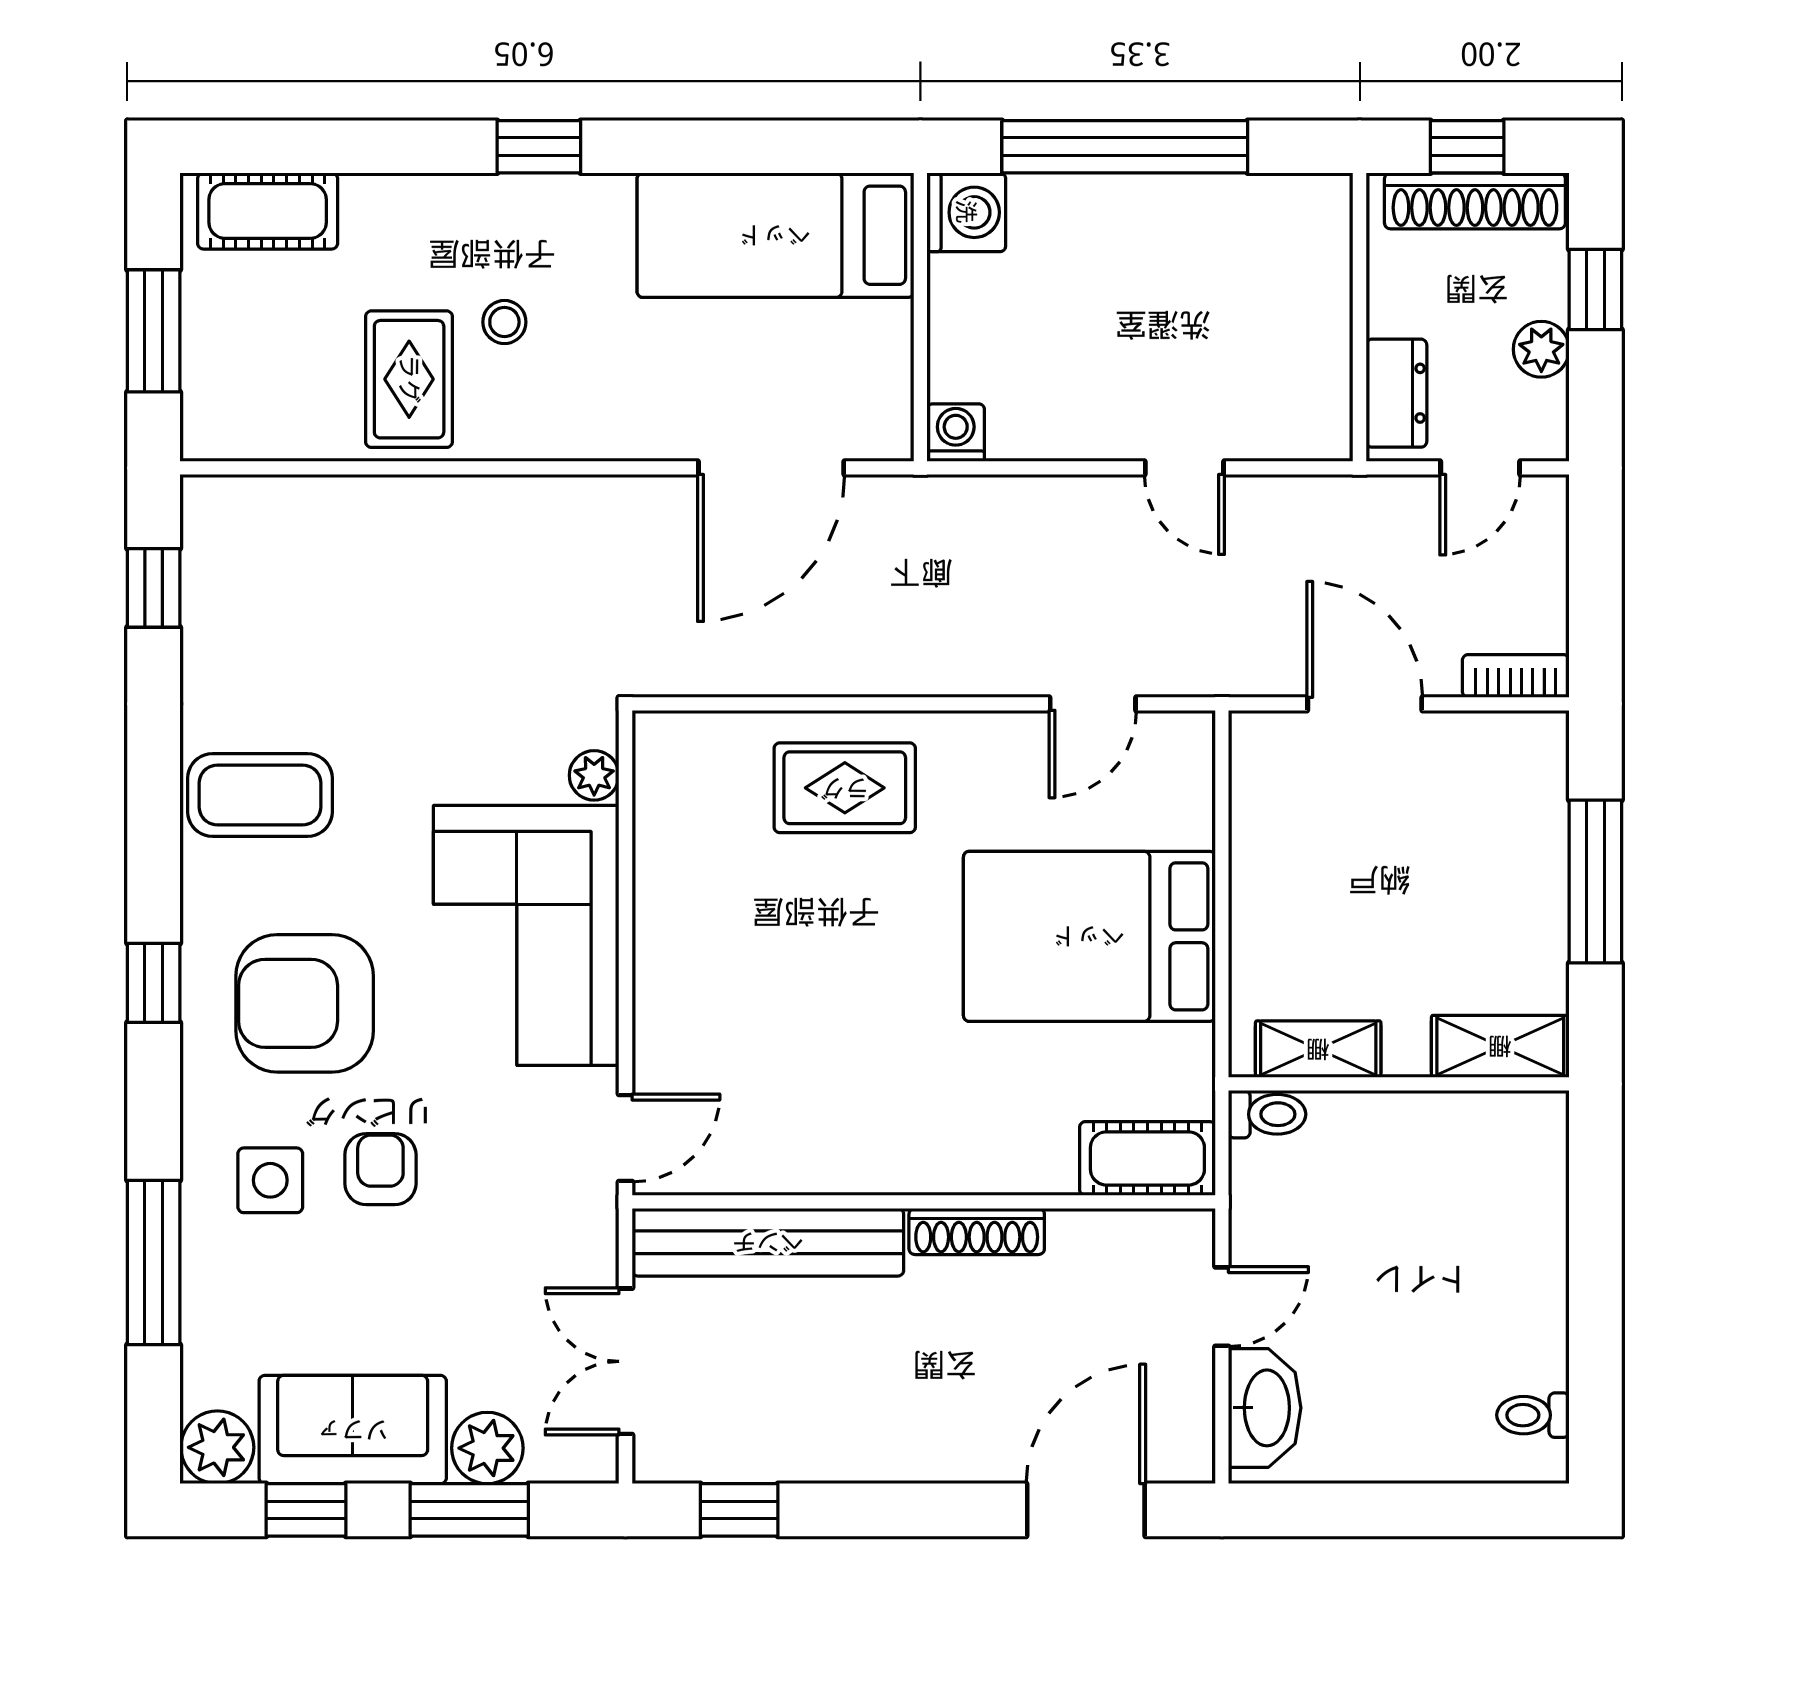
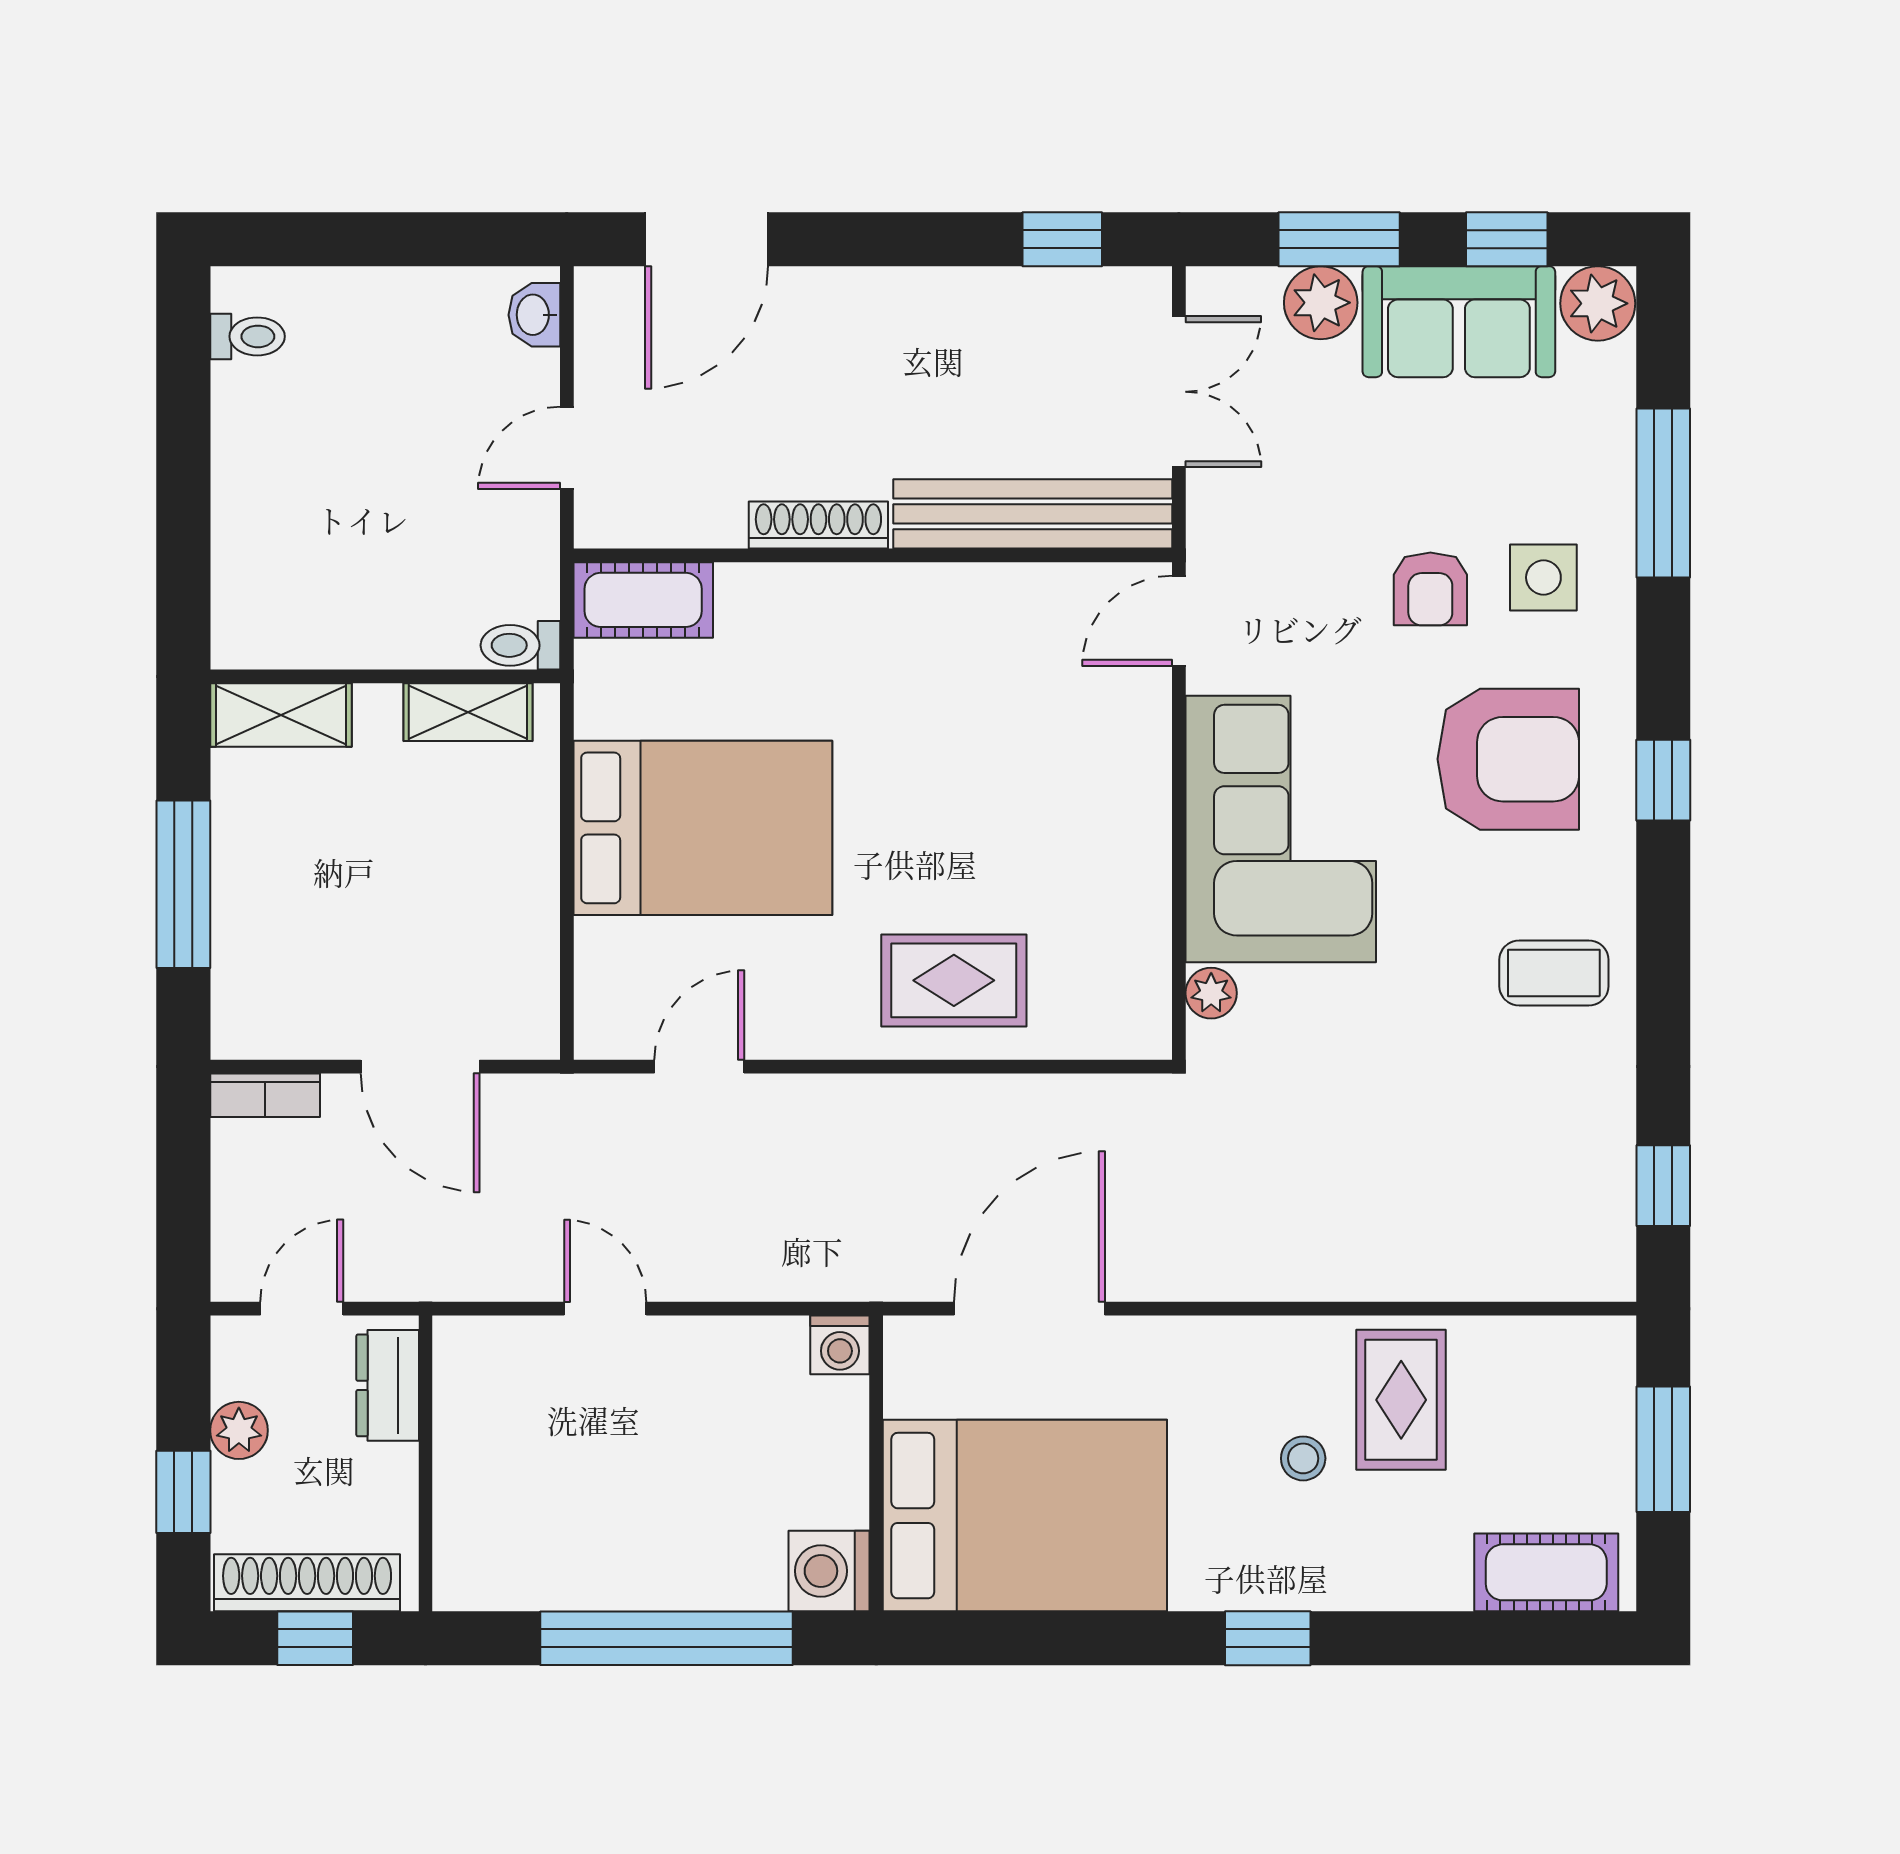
bed: (775, 235) -> (1025, 1516), width x1.50
coffee table: (260, 795) -> (1554, 973), width x0.73, depth x0.77
washbasin: (1265, 1408) -> (534, 315), width x0.52, depth x0.69

